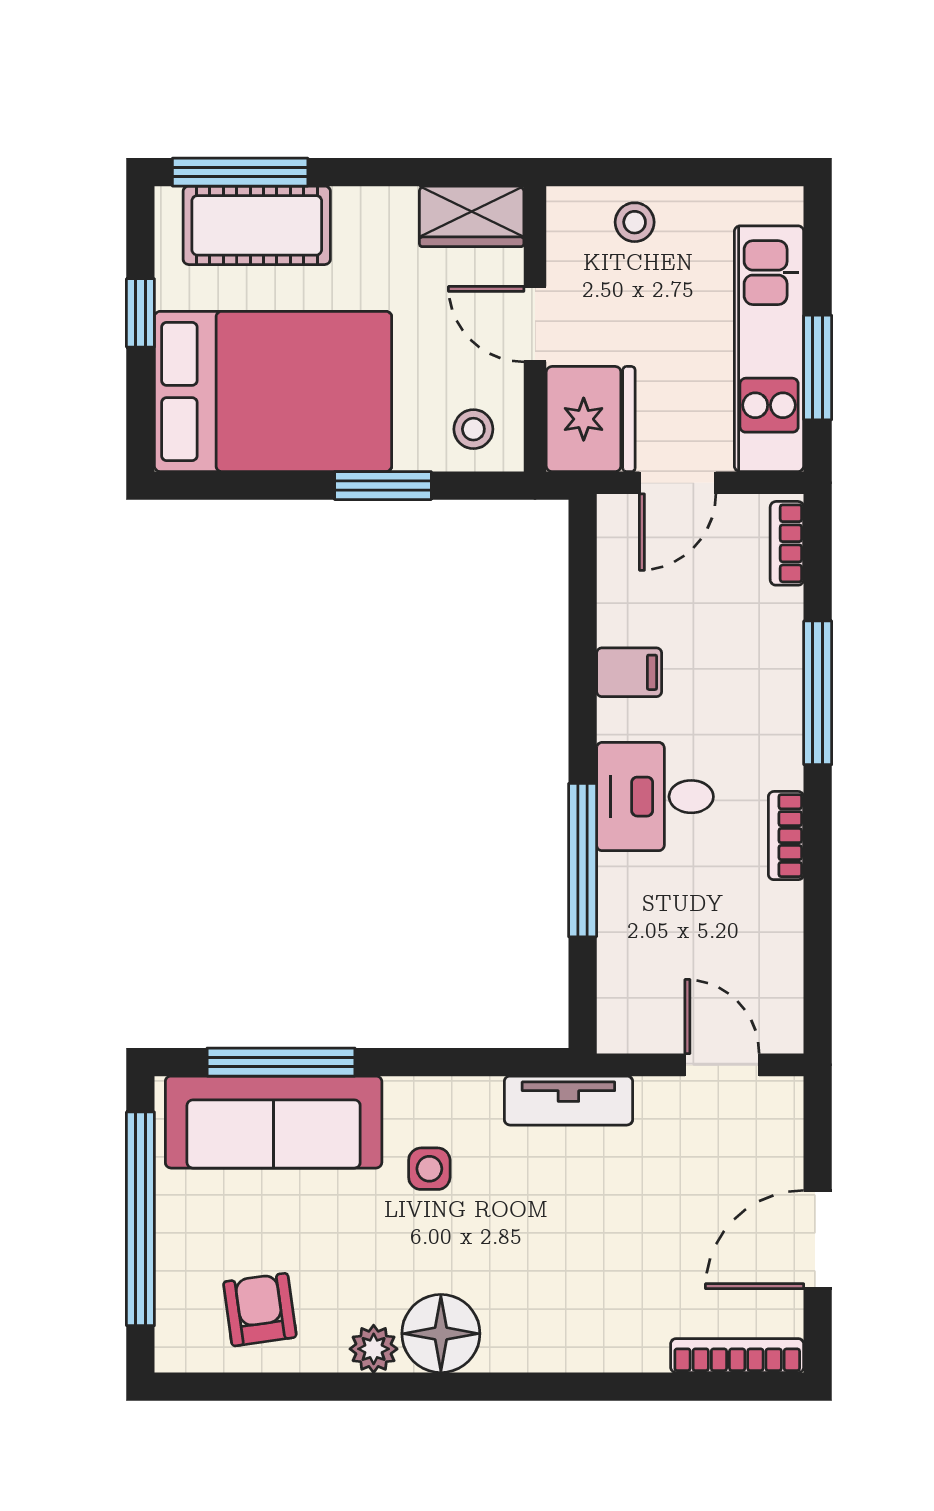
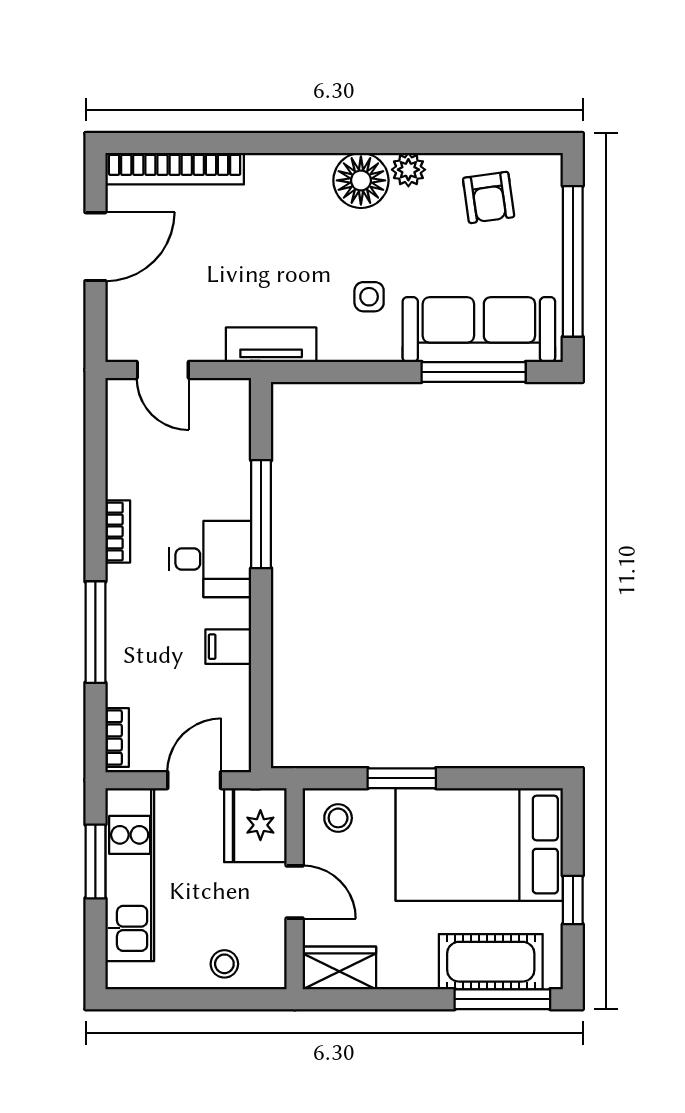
bookcase: (737, 1356) -> (175, 169), width x1.48, depth x1.31

